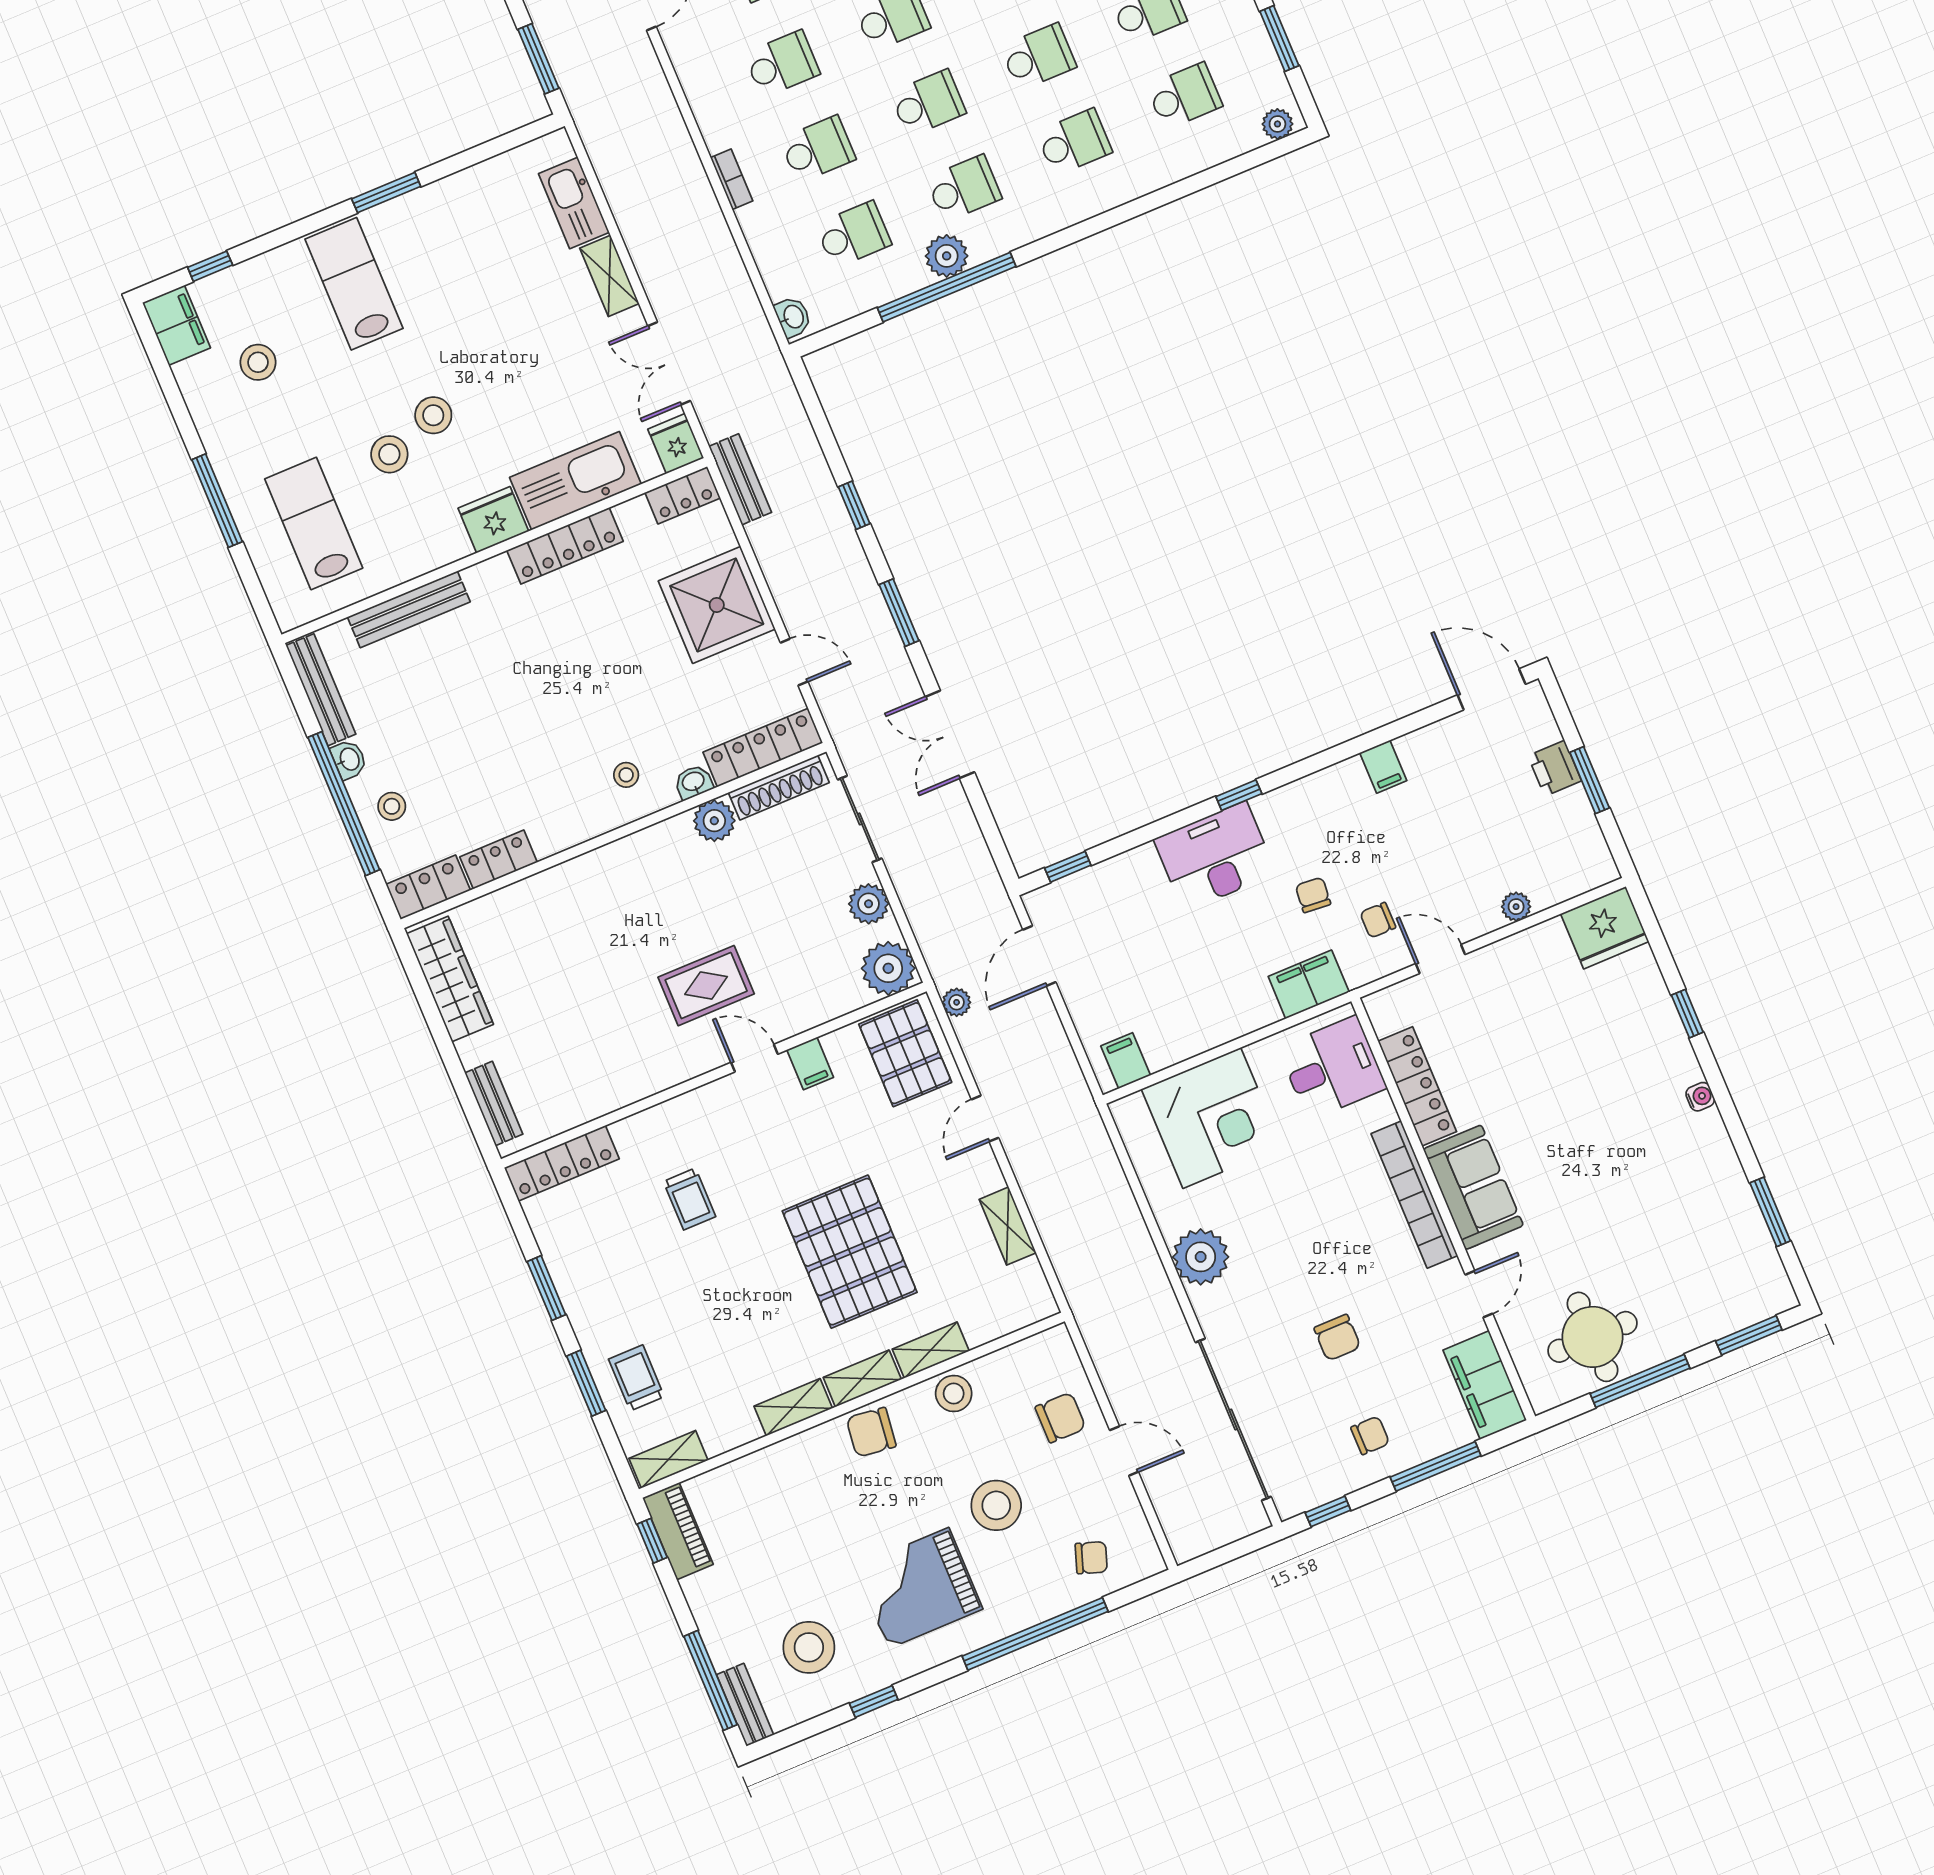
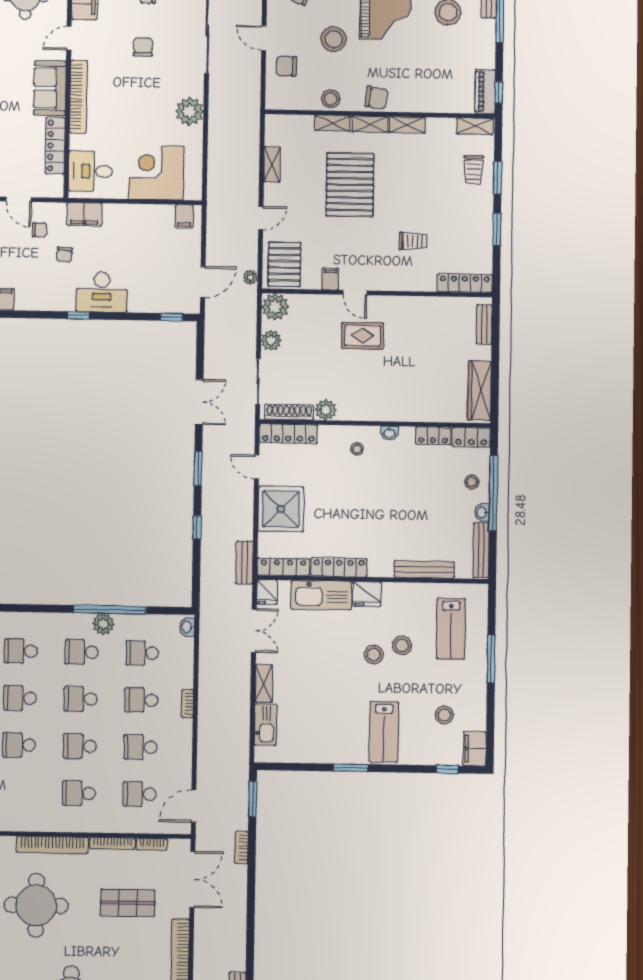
locker: (683, 495) -> (283, 567), width x1.53
washbasin: (693, 782) -> (389, 433), moved
trolley: (689, 1199) -> (413, 241), turned 90

